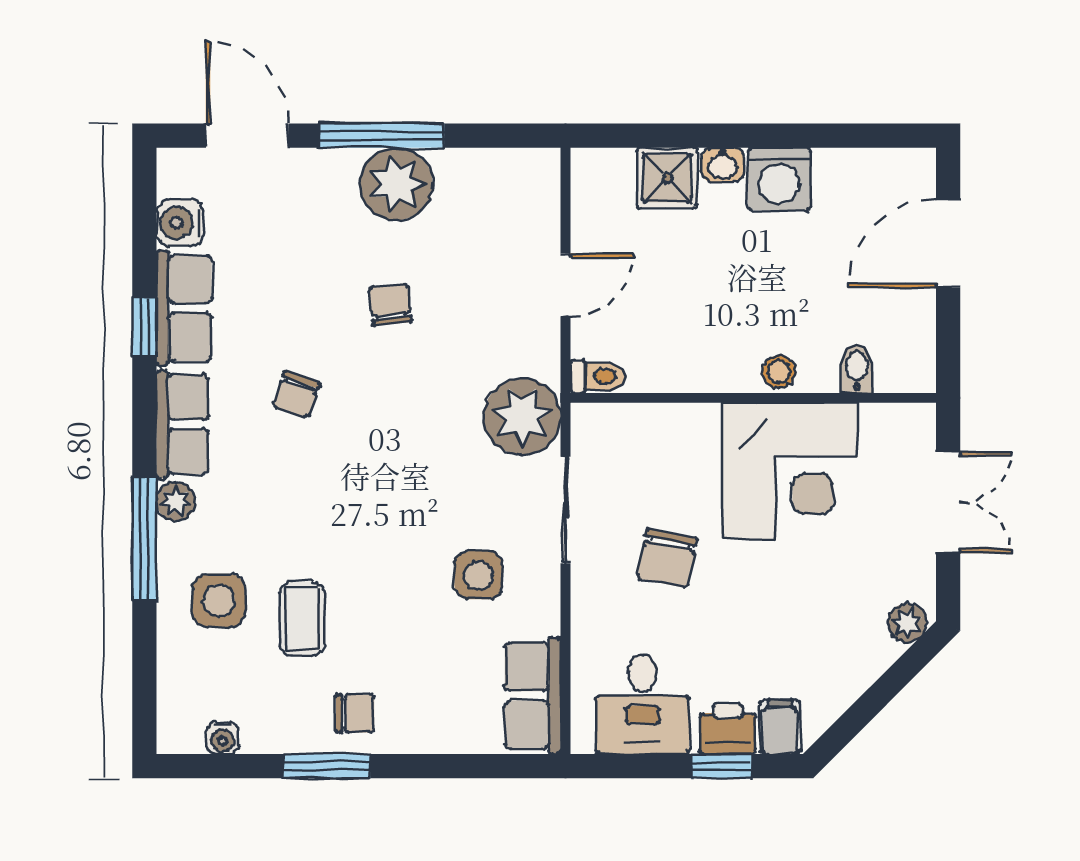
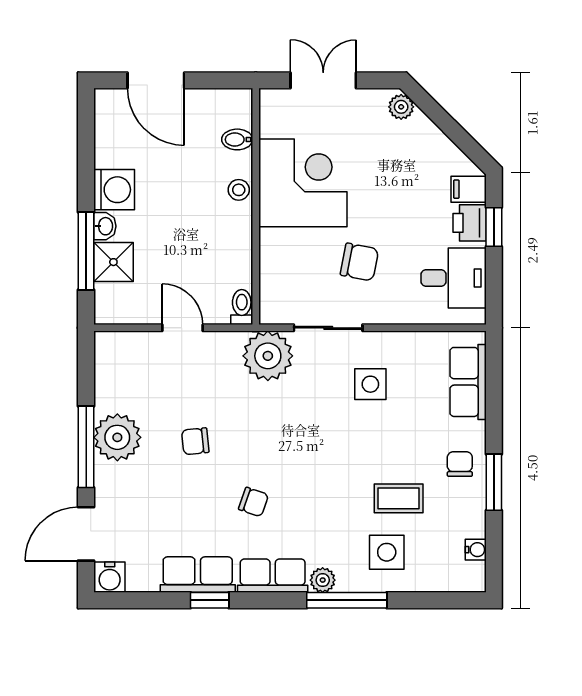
window: (684, 136) -> (86, 251), added
water cooler: (180, 223) -> (110, 577), moved
row of seats: (533, 696) -> (468, 382), moved, turned 90

